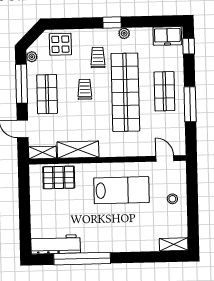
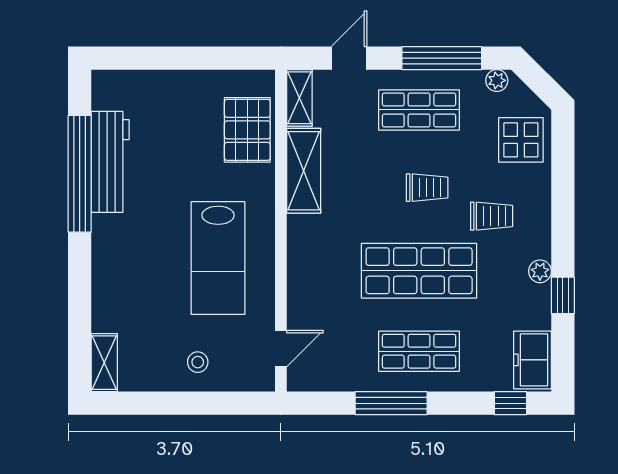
window: (112, 23) -> (563, 295), moved
shop shelf: (125, 92) -> (419, 271), width x0.71
workbench: (56, 244) -> (110, 162), moved

